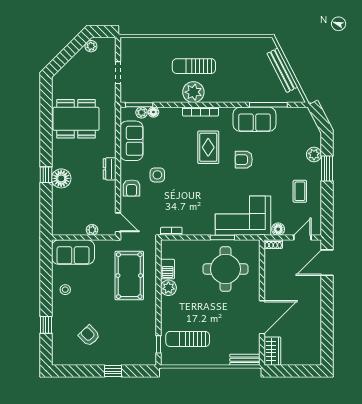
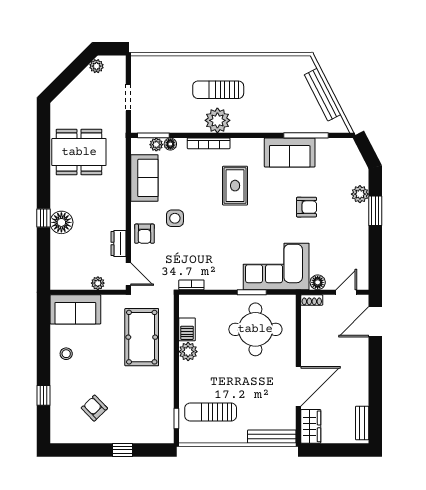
bookcase: (201, 111) -> (209, 143), moved
armchair: (244, 160) -> (307, 207), moved, turned 180
dresser: (110, 169) -> (119, 244), moved
coffee table: (300, 191) -> (343, 238), removed
bench: (316, 348) -> (362, 423), added
bench: (245, 360) -> (272, 437), width x1.36

